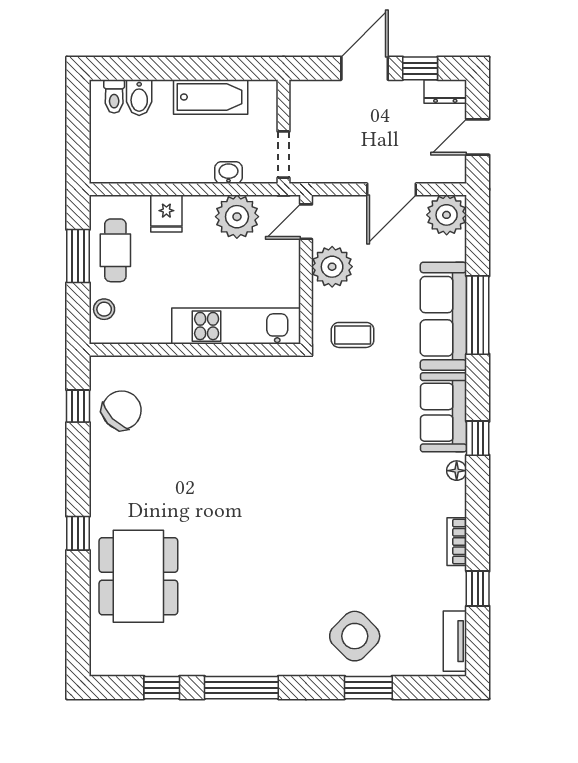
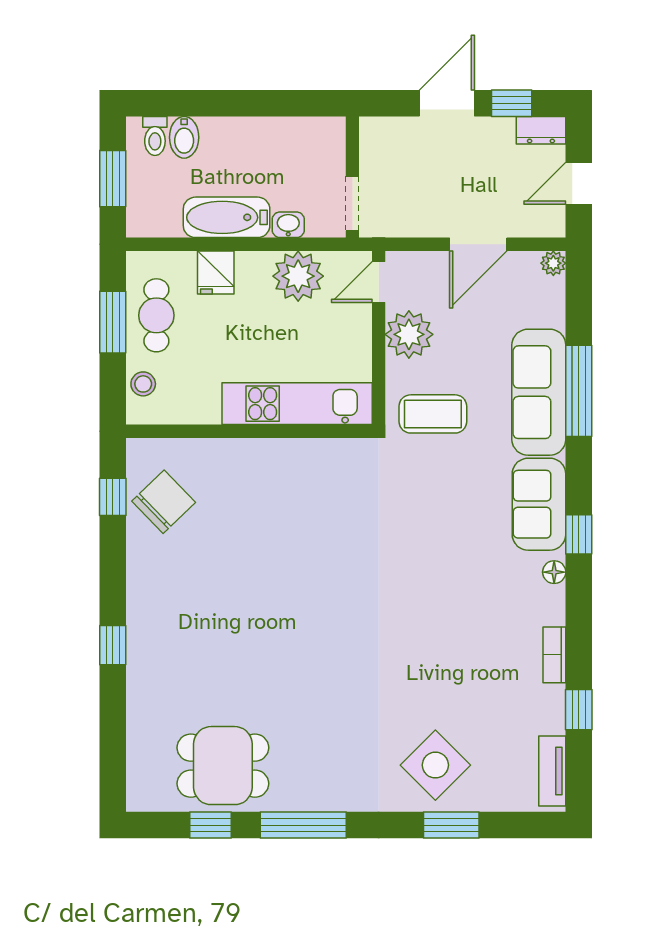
bathtub: (211, 97) -> (227, 217), moved, turned 180
window: (78, 133) -> (113, 179), added
plant: (447, 215) -> (553, 263), width x0.53, depth x0.53
coffee table: (353, 335) -> (433, 414), width x1.36, depth x1.30
dining table: (138, 576) -> (223, 766), moved, width x0.73

